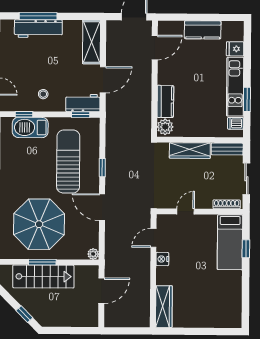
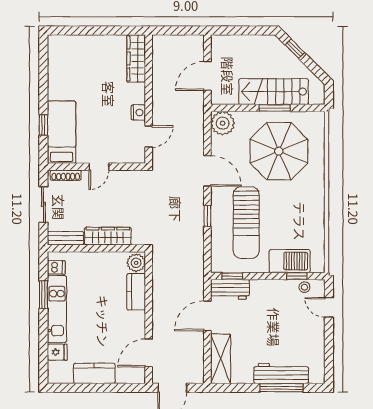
stool: (43, 94) -> (304, 287), moved
door: (186, 211) -> (99, 167), moved
plant: (93, 254) -> (223, 123), width x1.88, depth x1.88

